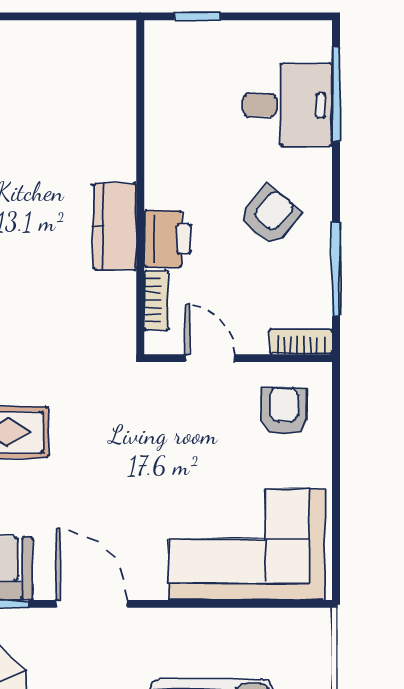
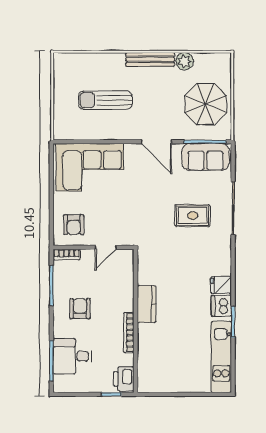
armchair: (270, 216) -> (80, 309), turned 140
printer: (168, 239) -> (124, 379), moved
bookcase: (156, 300) -> (129, 333), moved, width x1.56
door: (210, 358) -> (106, 247), hinge flipped

